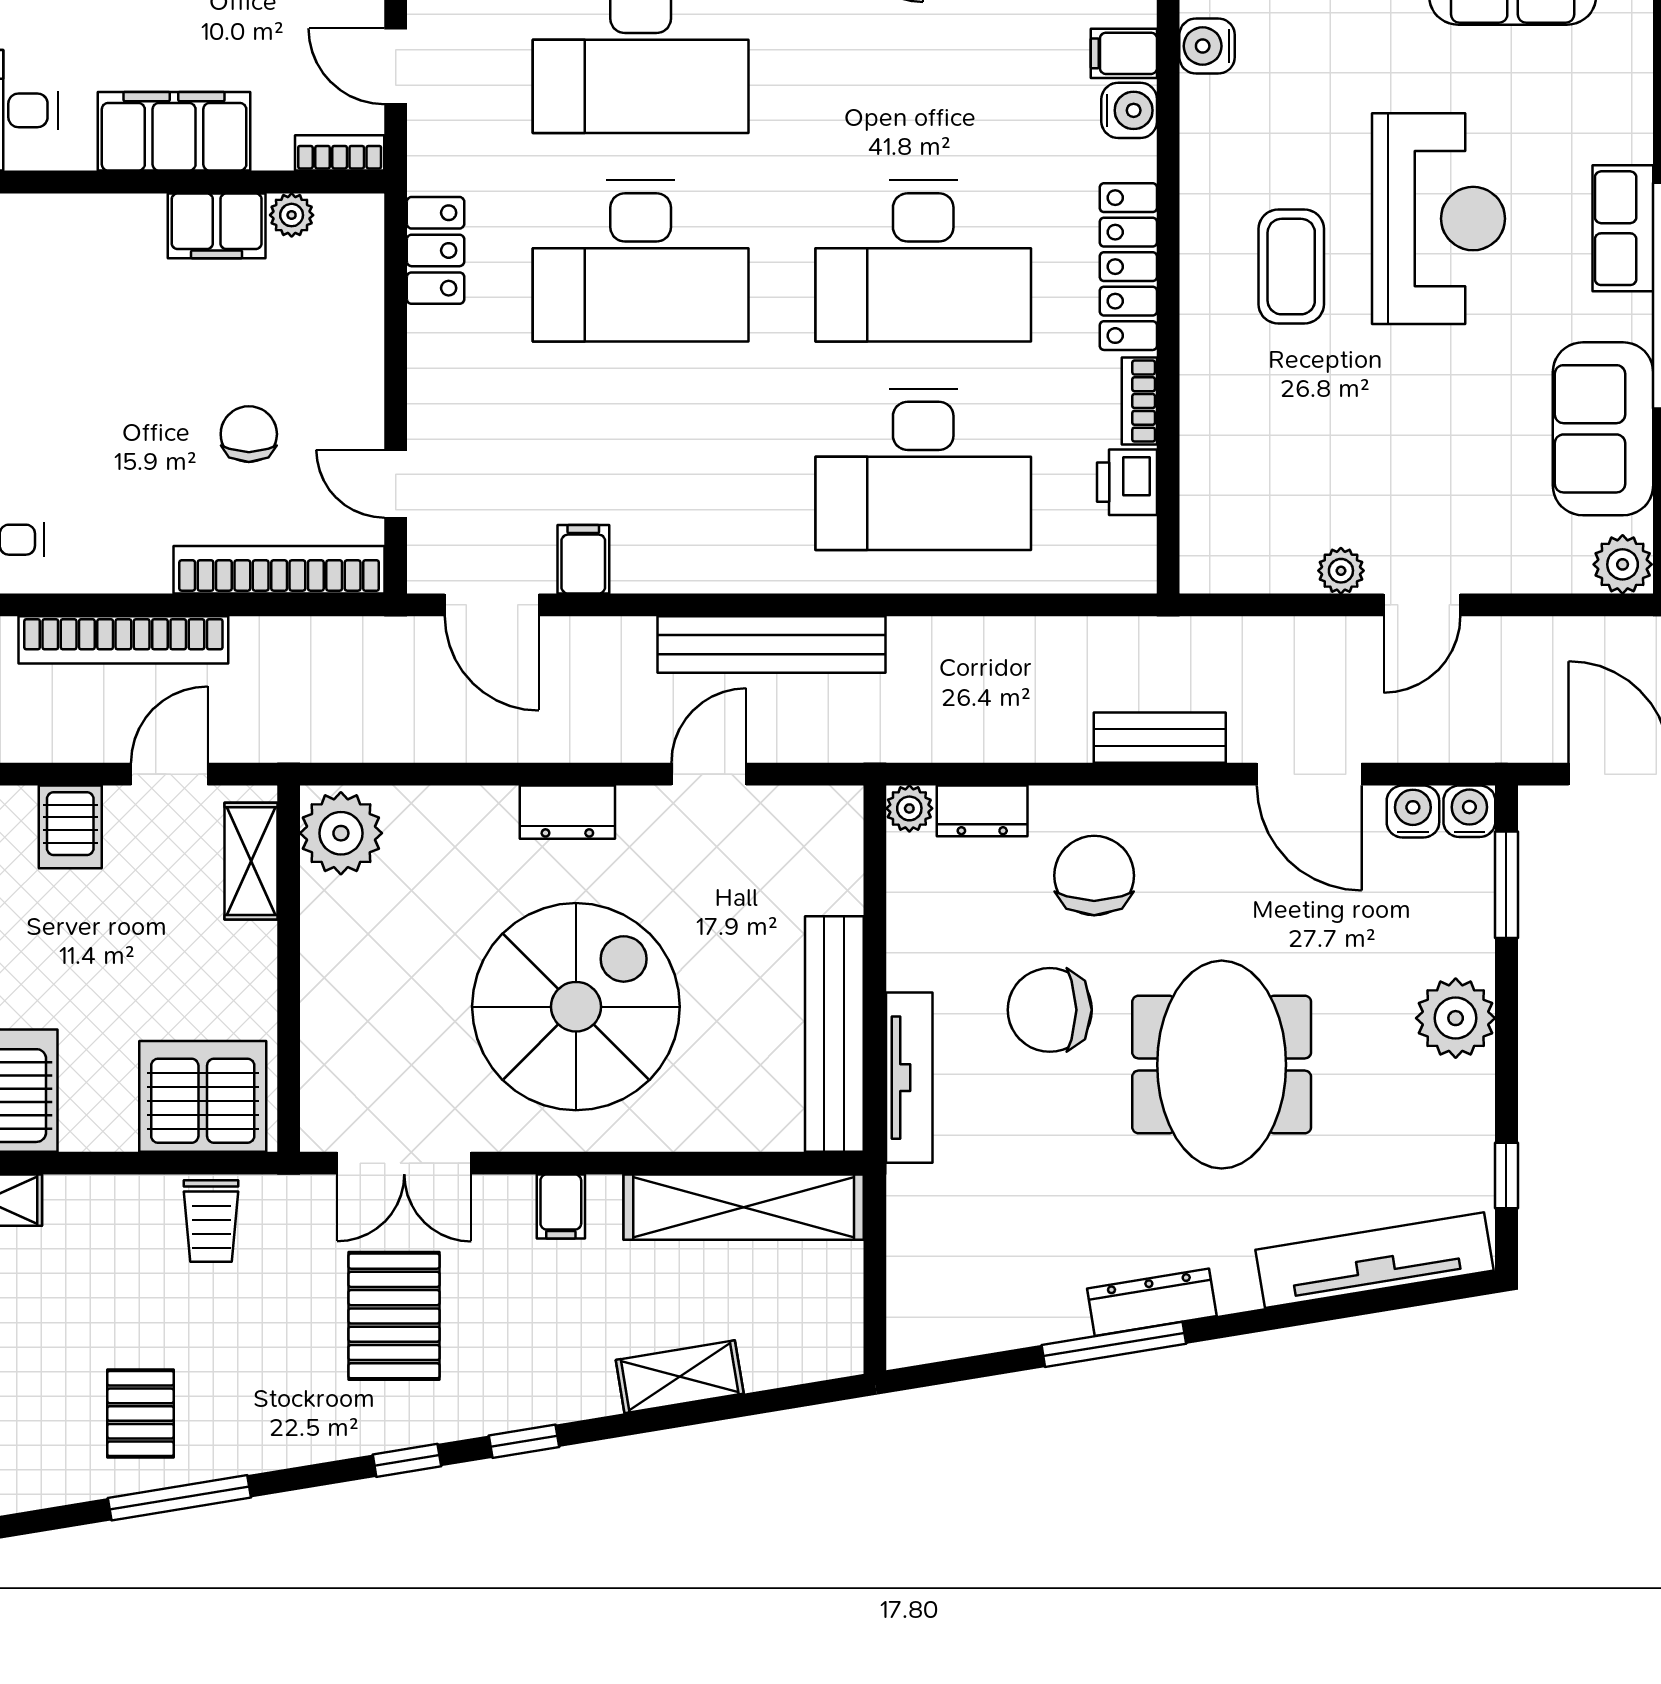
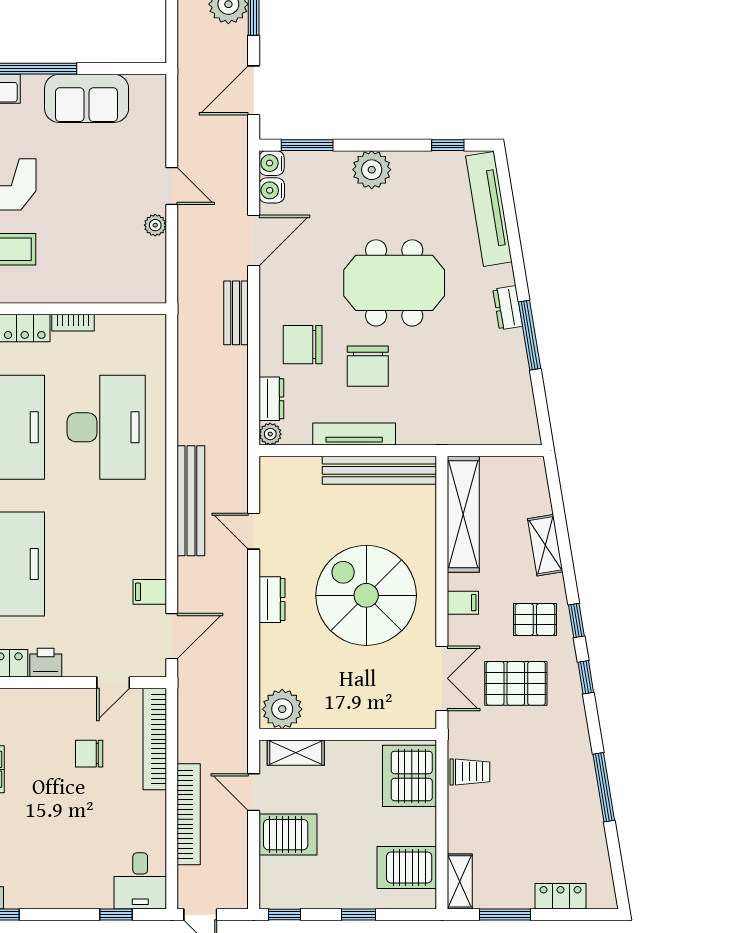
printer: (1127, 482) -> (46, 663), moved, turned 180
plant: (1623, 564) -> (152, 89), removed
server rack: (70, 827) -> (288, 835), width x1.36, depth x1.44
tv unit: (909, 1078) -> (354, 434), moved
dresser: (1152, 1302) -> (508, 308), width x0.70
pallet: (140, 1414) -> (535, 619), moved

